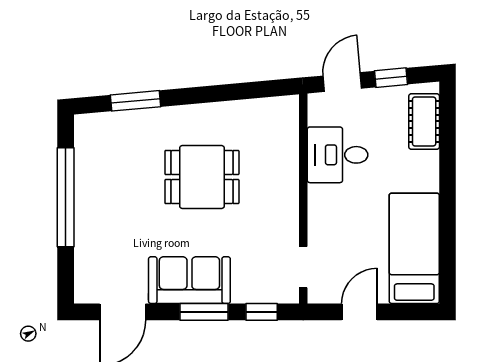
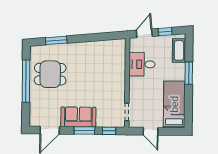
window: (448, 174) -> (189, 73), added
dining table: (202, 177) -> (50, 74), moved
door: (359, 312) -> (151, 131), swing flipped

